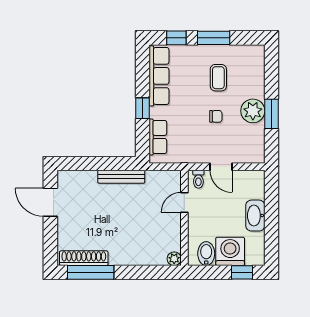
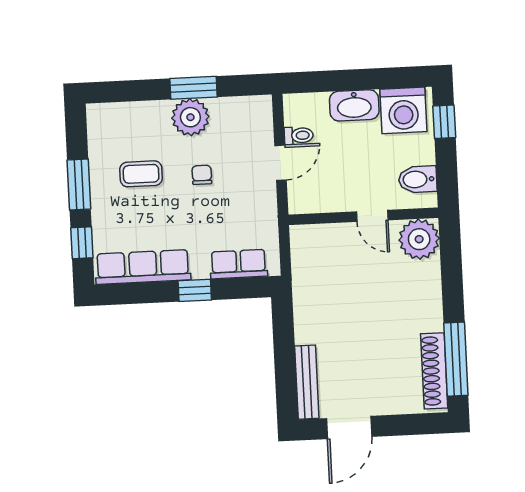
bench: (121, 177) -> (307, 382), moved
toilet: (198, 179) -> (299, 135), moved
door: (184, 202) -> (372, 216), moved
washing machine: (230, 251) -> (403, 110), moved, turned -90
plant: (174, 259) -> (419, 239), width x1.88, depth x1.88

